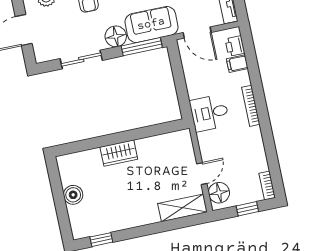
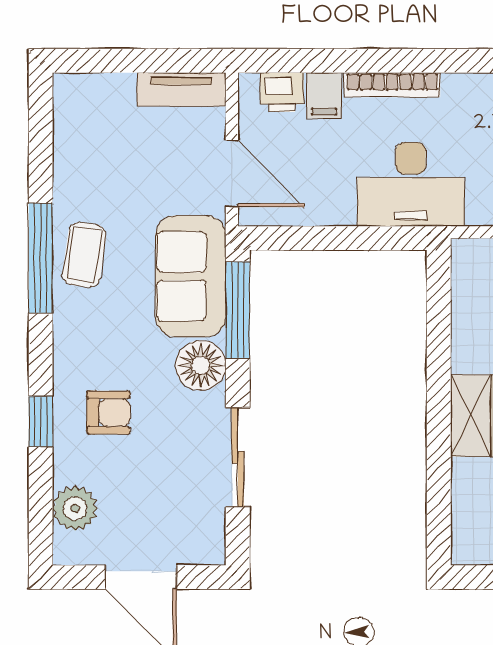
door: (197, 33) -> (232, 174), hinge flipped
bookcase: (251, 106) -> (392, 85), moved
desk: (210, 113) -> (411, 184), width x1.37

